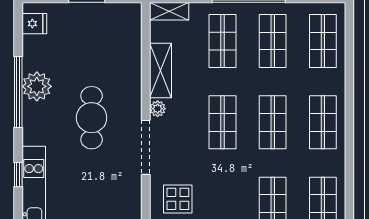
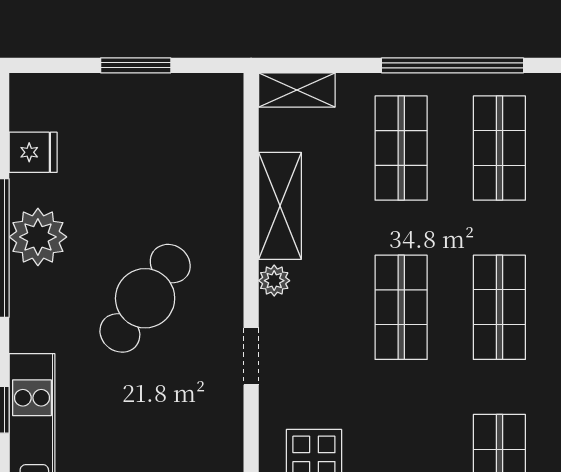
fridge: (34, 24) -> (33, 152), moved
cafe table: (92, 118) -> (145, 298), turned 36
doorway: (146, 147) -> (251, 356), width x0.53

